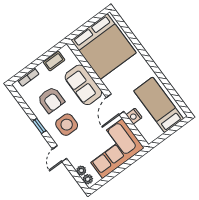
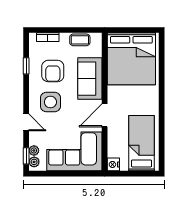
nightstand: (134, 116) -> (113, 164), moved
window: (39, 126) -> (26, 66), moved
door: (60, 154) -> (26, 122), swing flipped
window: (78, 179) -> (26, 156), added

